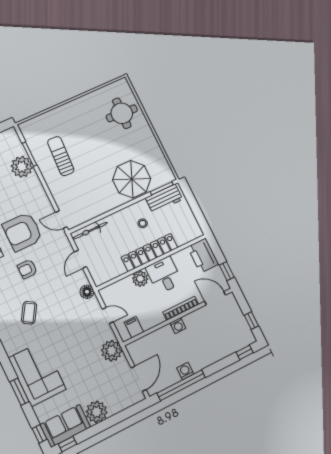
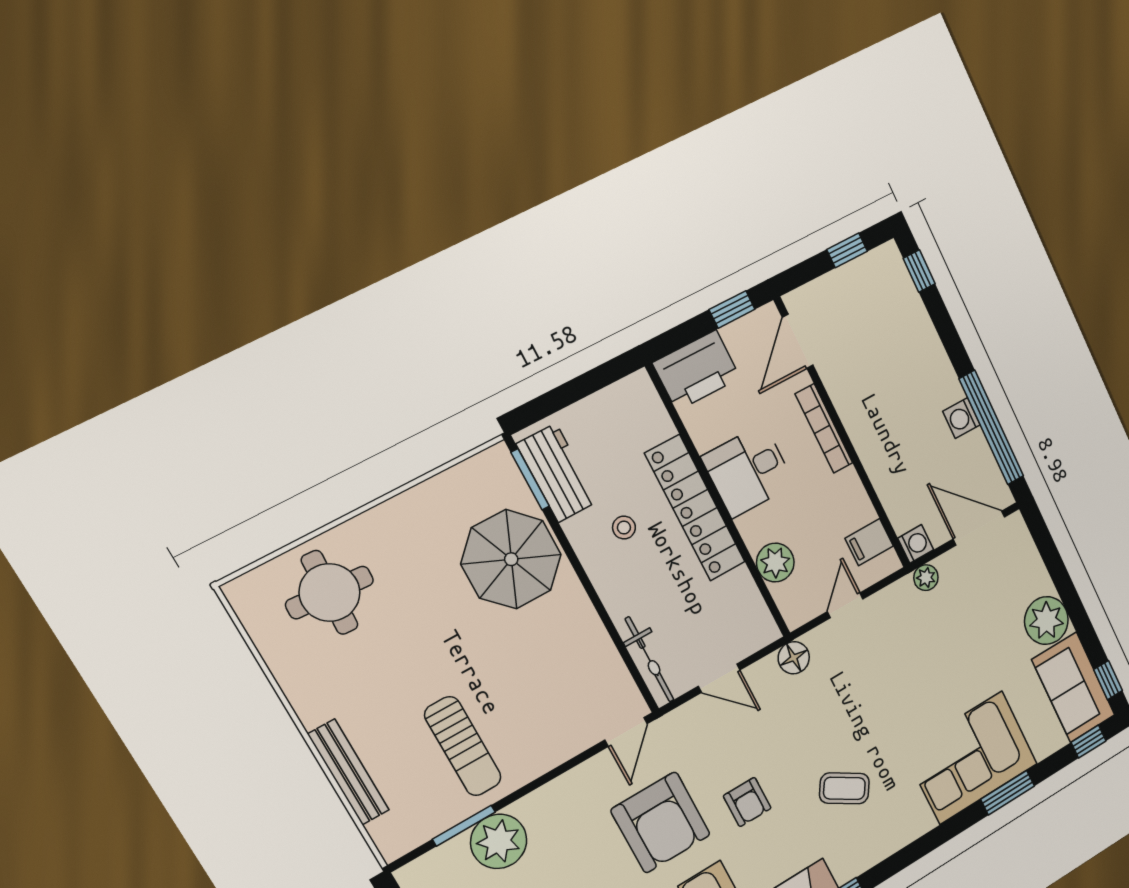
bench: (54, 114) -> (348, 772), added
sun lounger: (61, 156) -> (463, 746), turned -93
plant: (140, 279) -> (775, 563), moved
washing machine: (178, 326) -> (916, 544), moved
plant: (112, 351) -> (926, 578), width x0.53, depth x0.53

